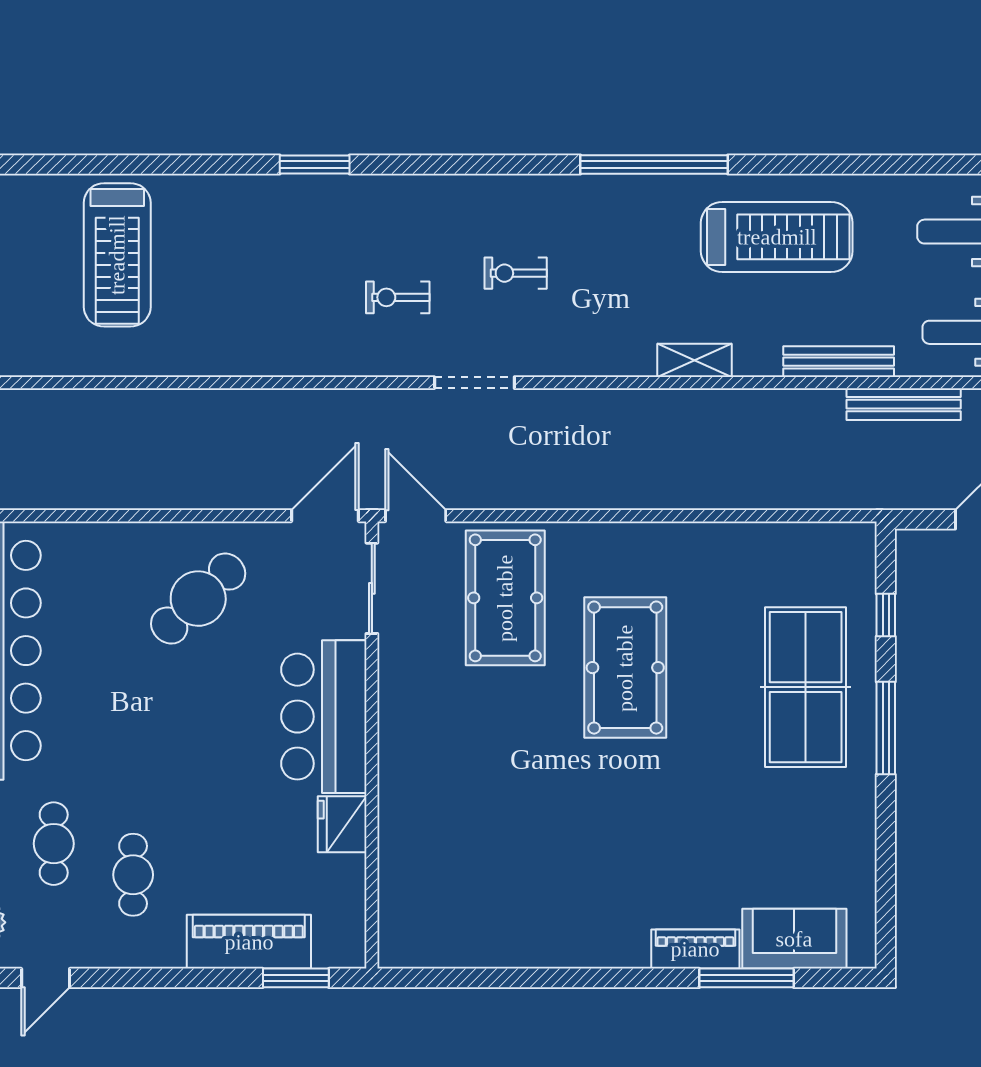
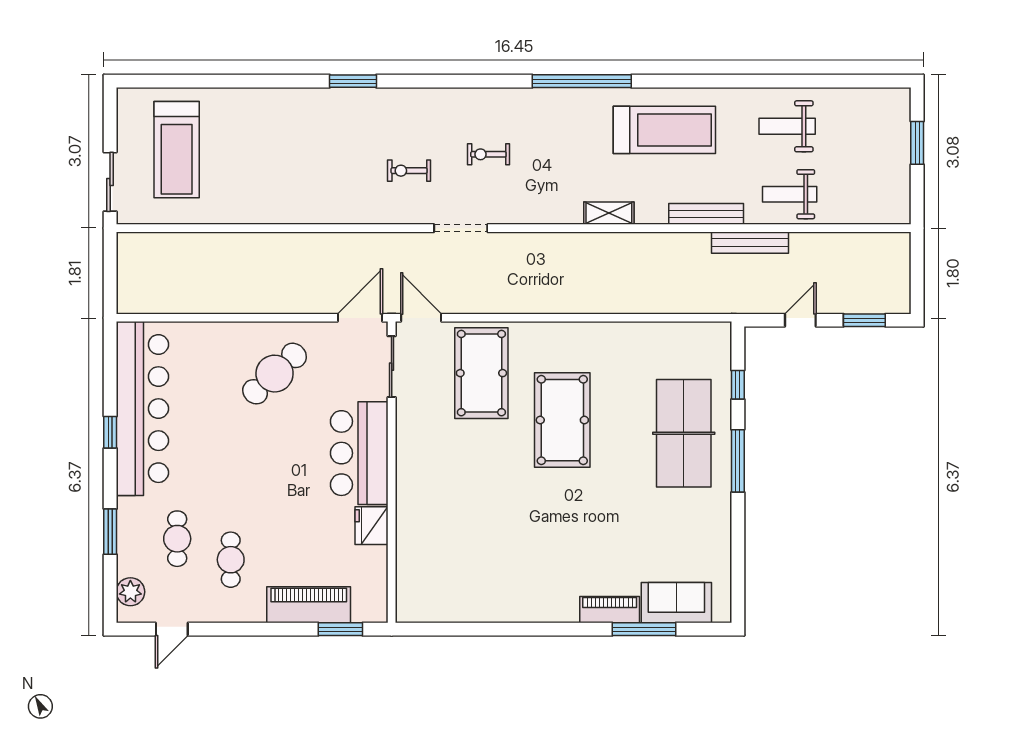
treadmill: (117, 255) -> (177, 150), moved

